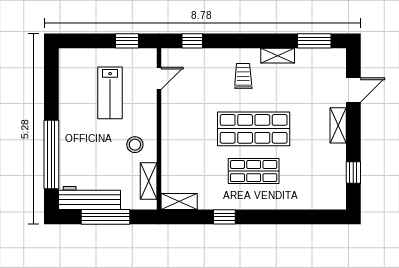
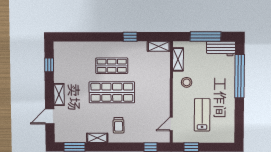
workbench: (89, 198) -> (221, 49), width x0.73

